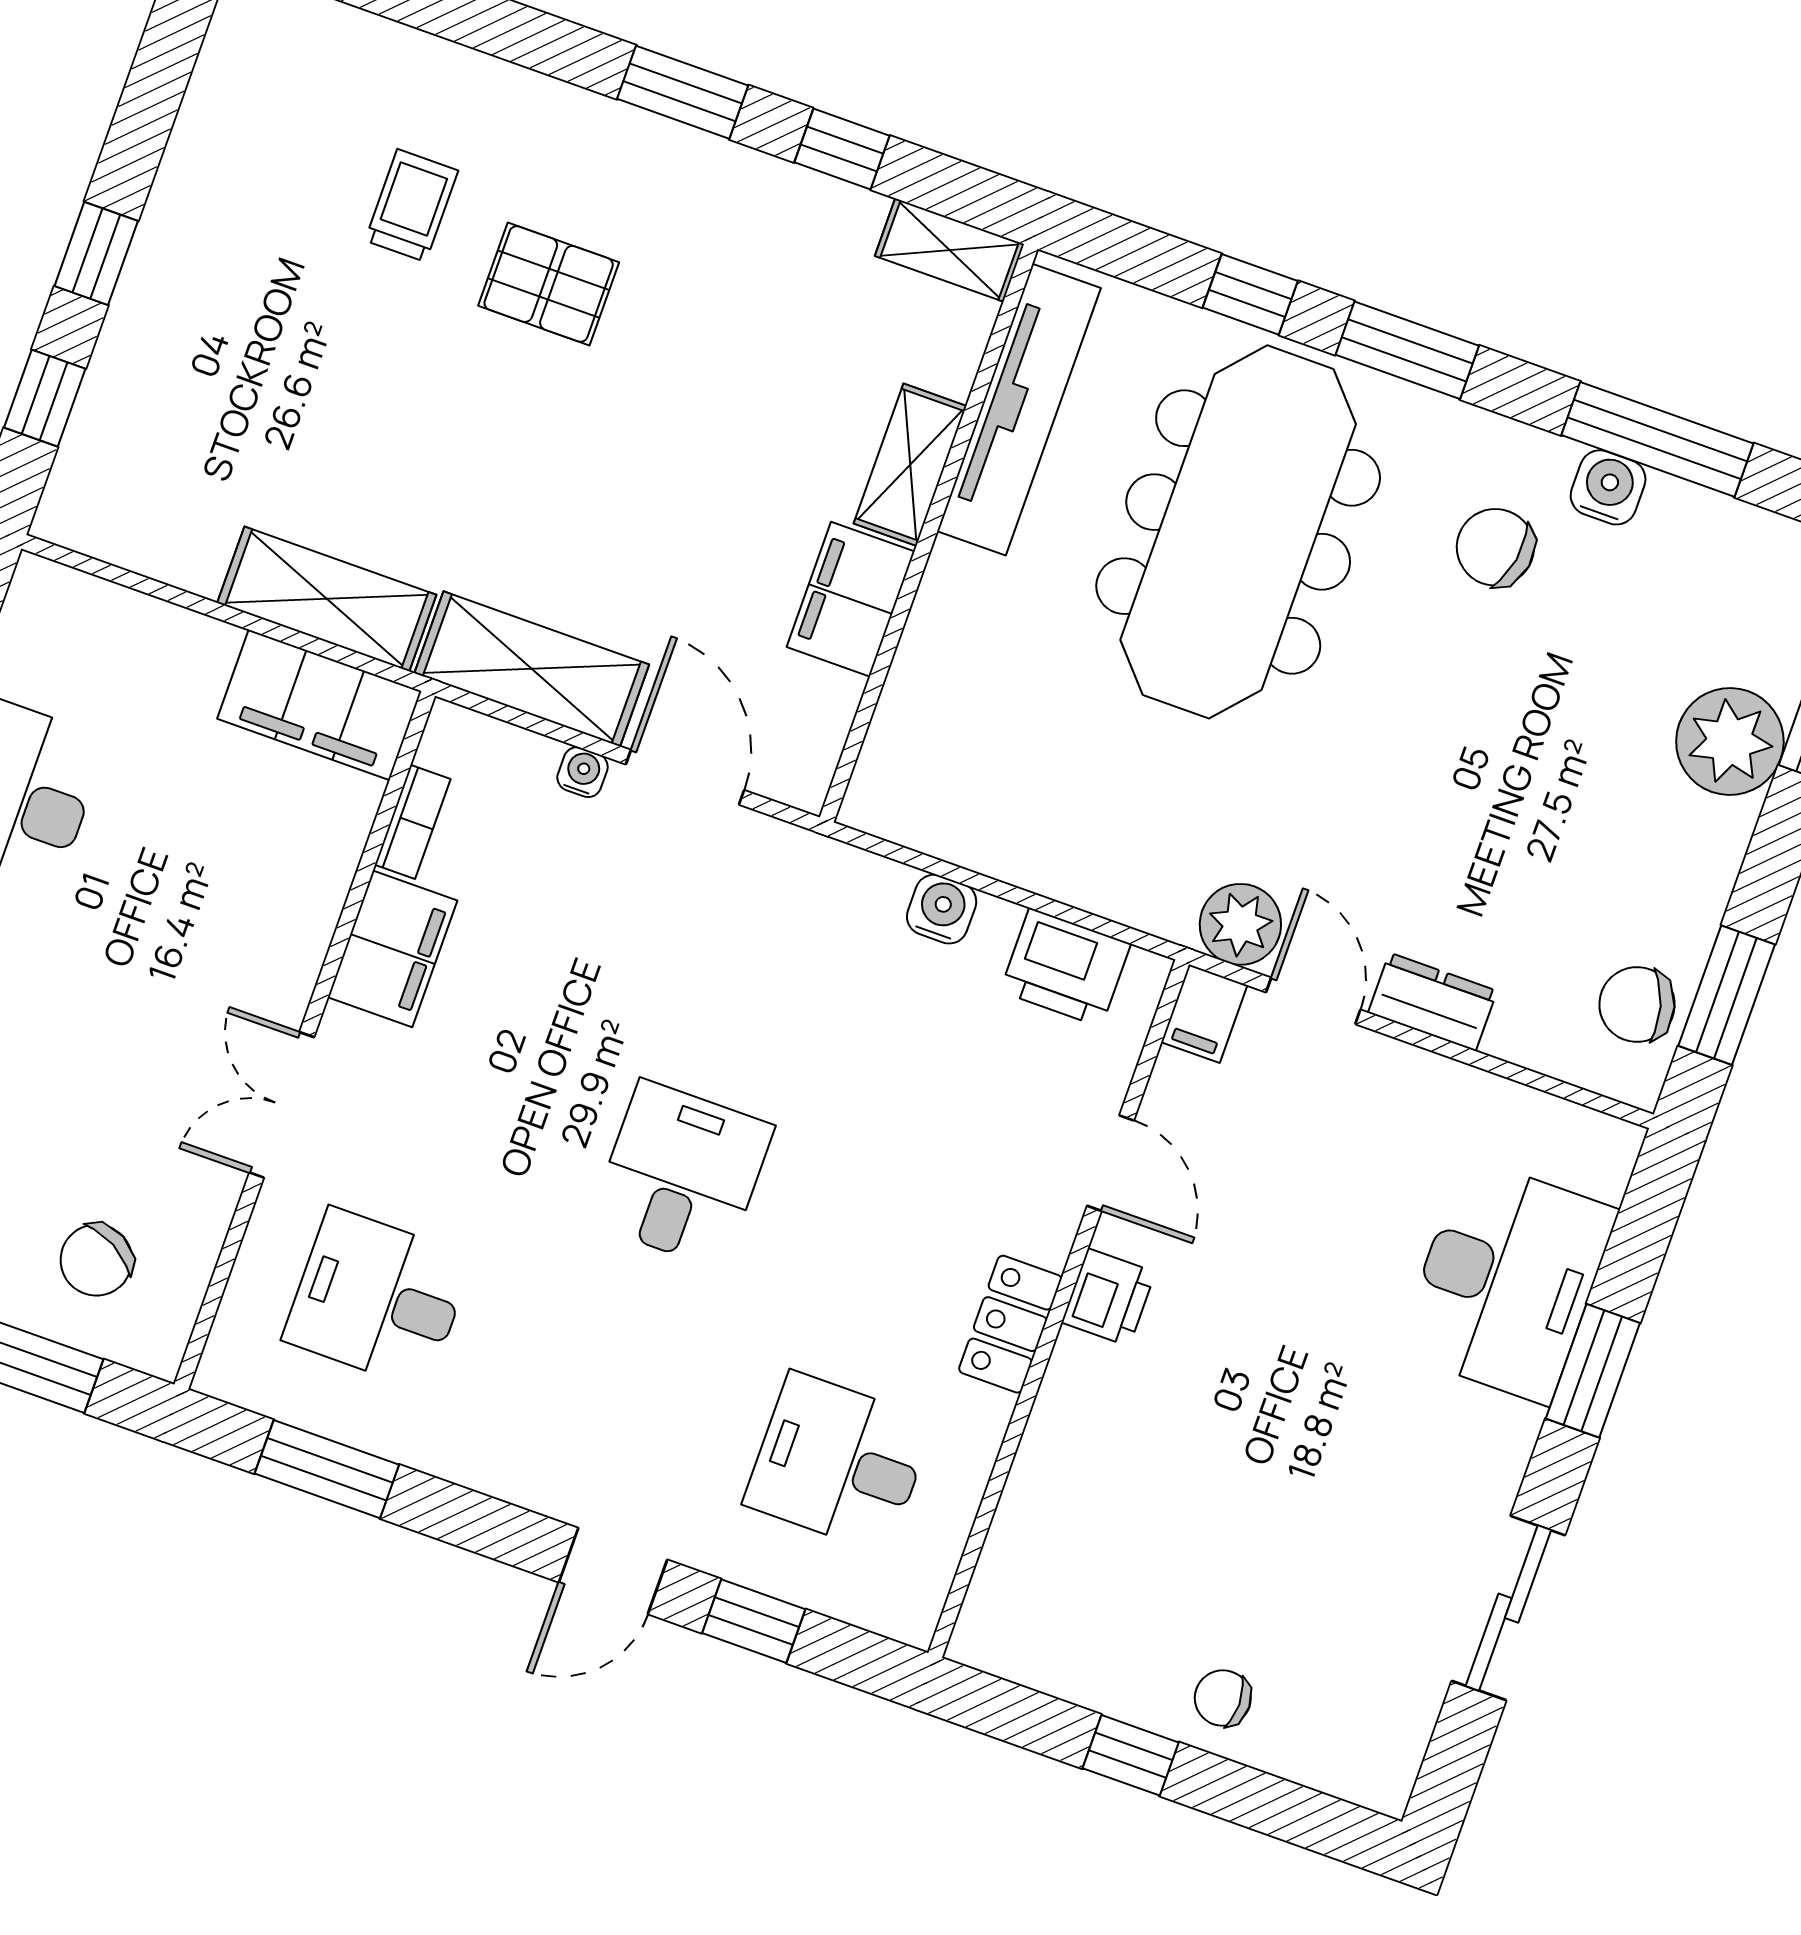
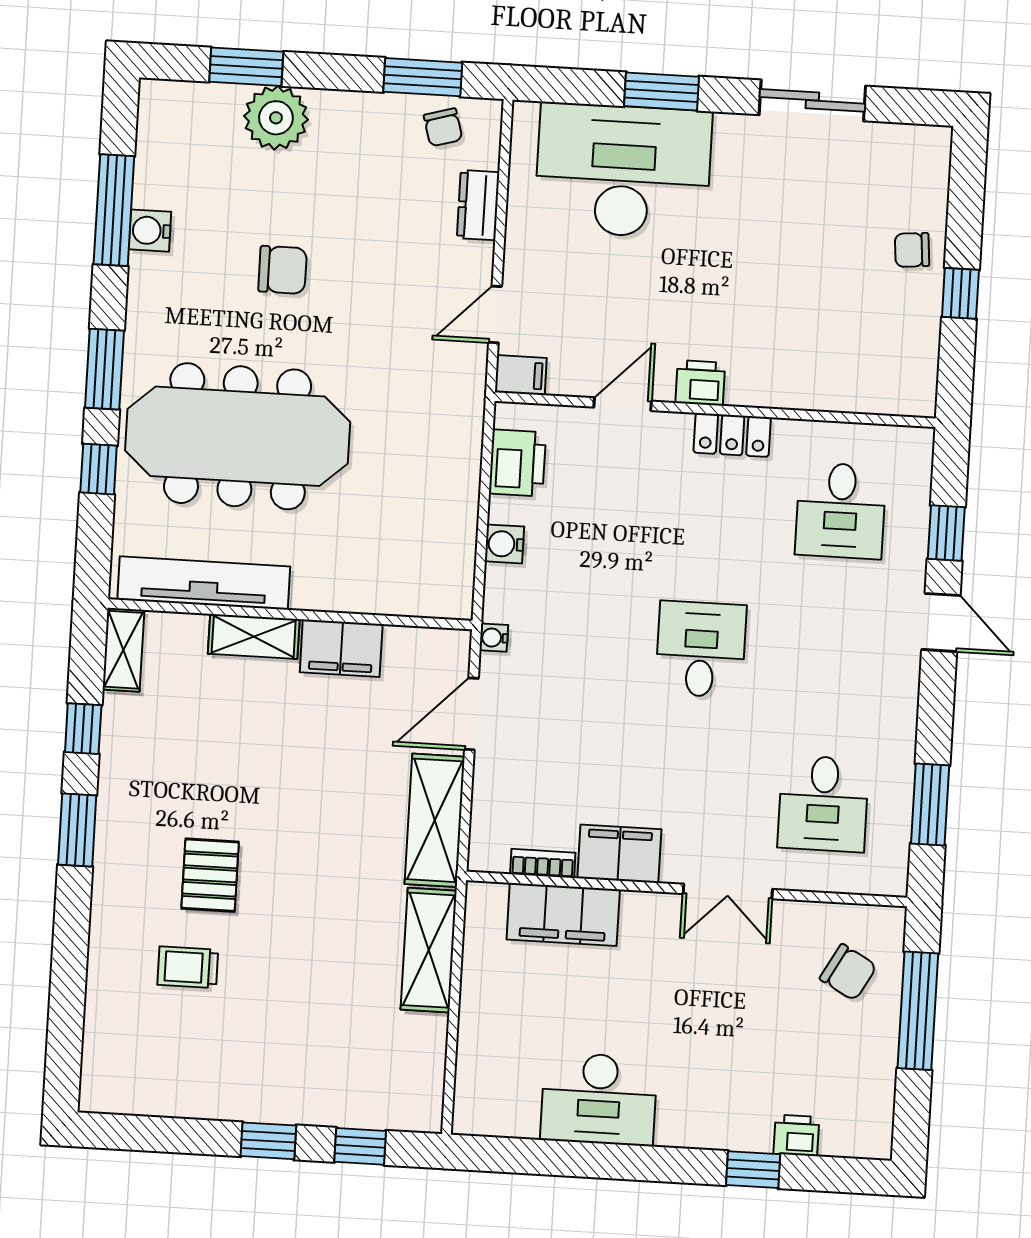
chair: (1495, 547) -> (283, 270), moved, turned -100
filing cabinet: (319, 705) -> (563, 914), moved, turned 90
water cooler: (583, 772) -> (494, 638), moved
plant: (1240, 924) -> (463, 369), removed
dresser: (1433, 1002) -> (478, 205), moved
chair: (1637, 1005) -> (443, 127), width x0.73, depth x0.73
desk: (682, 1174) -> (701, 649), turned 90
desk: (1507, 1281) -> (623, 171), width x1.36, depth x1.30
chair: (1223, 1698) -> (912, 250), turned 85

